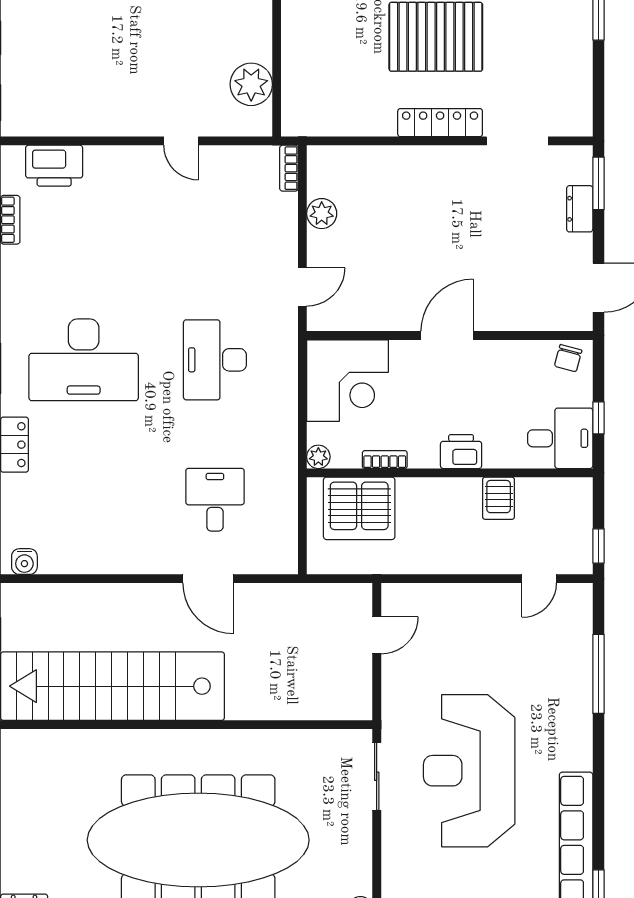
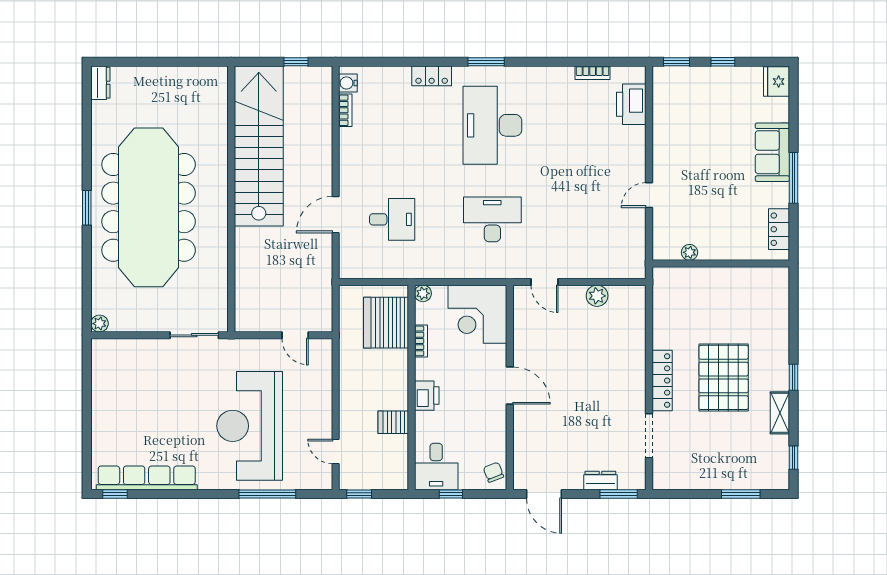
plant: (251, 84) -> (690, 252), width x0.53, depth x0.53
bookcase: (289, 168) -> (345, 110), moved, turned 90
chair: (568, 358) -> (494, 472), turned 54
reception desk: (469, 771) -> (250, 426), moved, turned -90

